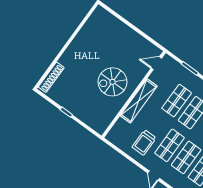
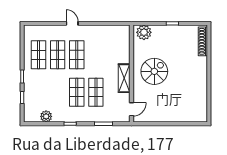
shelving: (139, 101) -> (124, 78), width x0.68
plant: (97, 122) -> (144, 32), added
trolley: (144, 142) -> (97, 43), removed

